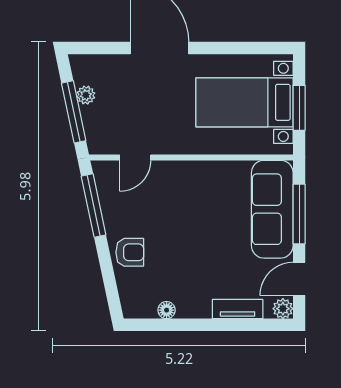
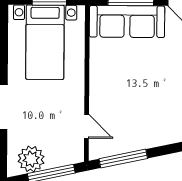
plant: (86, 95) -> (31, 159), width x1.88, depth x1.88
armchair: (130, 252) -> (159, 131), removed

